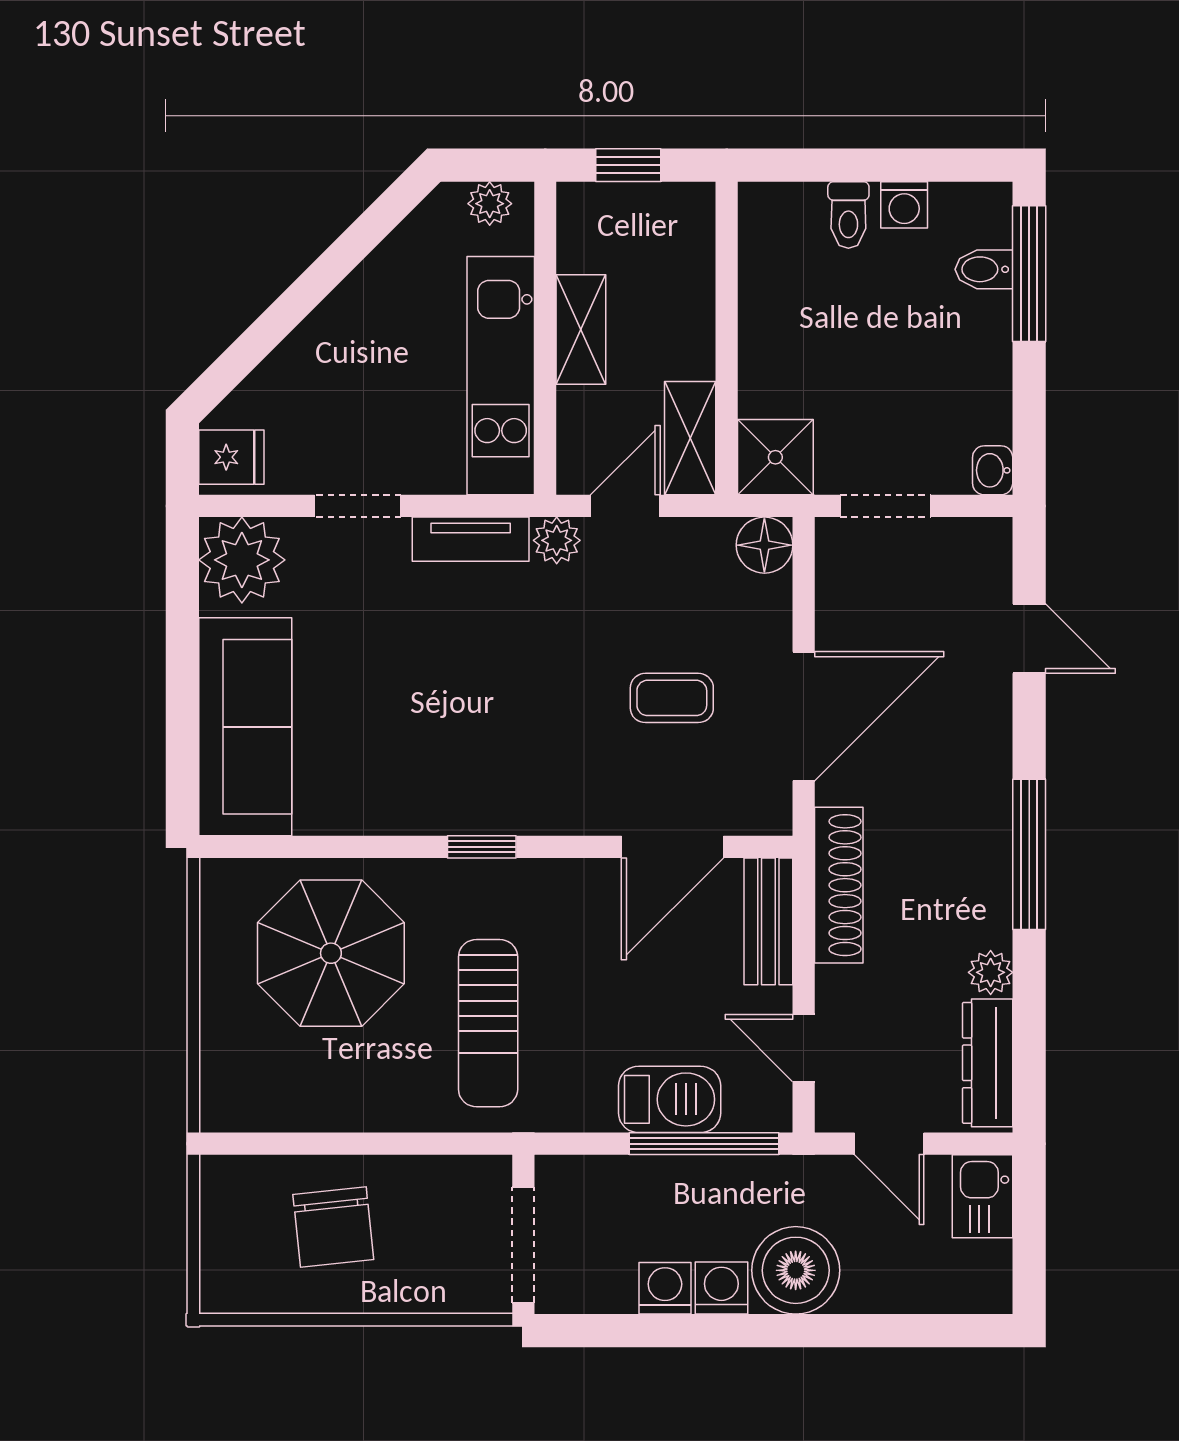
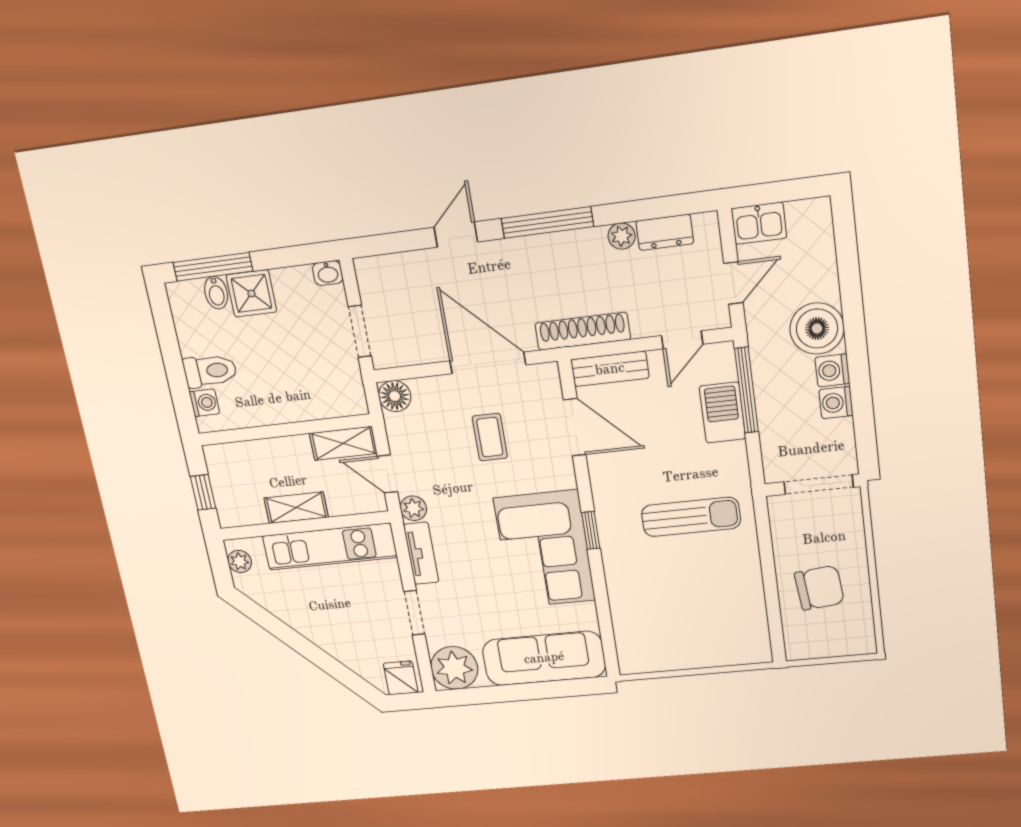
washing machine: (904, 205) -> (204, 403), moved
toilet: (848, 215) -> (210, 371), width x1.37, depth x1.39
shower: (775, 457) -> (251, 293), moved
door: (1029, 639) -> (456, 235), moved
corner sofa: (455, 760) -> (545, 549), added
parasol: (331, 953) -> (663, 603), removed
dresser: (988, 1063) -> (665, 232), width x0.70

